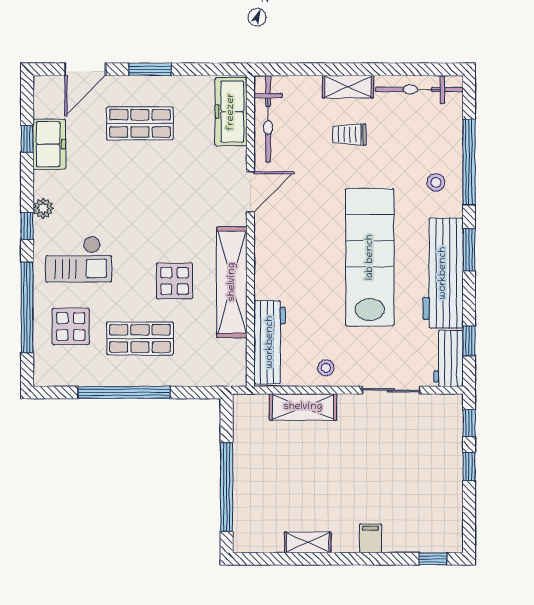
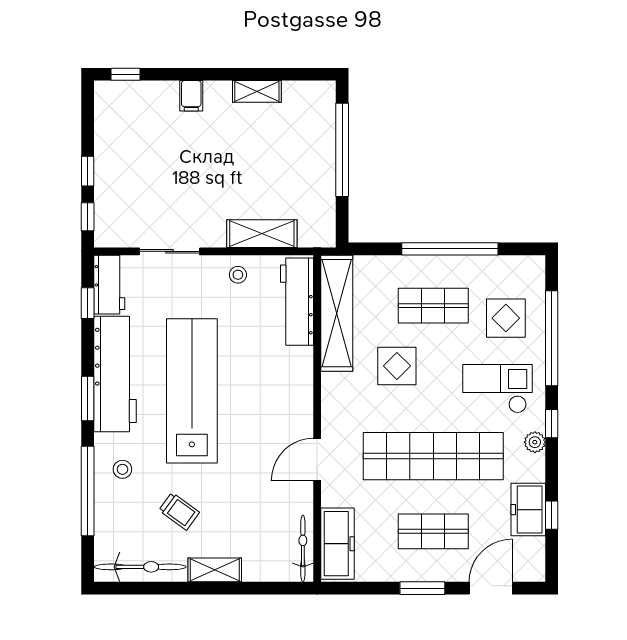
bicycle: (268, 119) -> (303, 548), width x0.73, depth x0.71
trolley: (349, 135) -> (179, 511), moved, turned 36
shop shelf: (140, 195) -> (433, 456), added
lab bench: (370, 257) -> (192, 391), turned 180
shelving: (232, 282) -> (337, 313), moved

